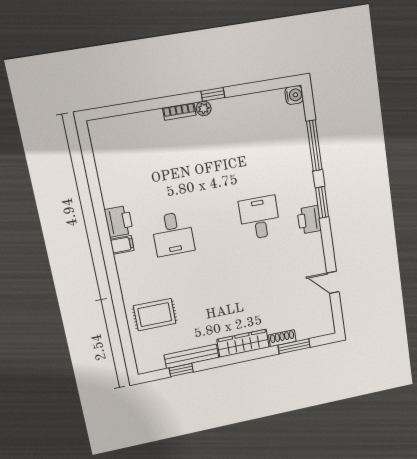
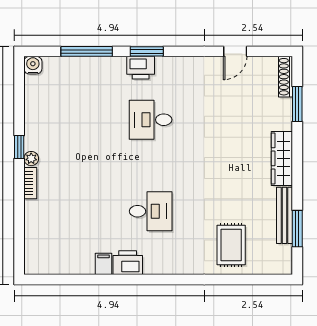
printer: (309, 220) -> (141, 68), moved
filing cabinet: (122, 245) -> (104, 264), moved
shoe rack: (282, 338) -> (285, 77), moved, width x1.43
window: (181, 370) -> (297, 229), width x1.50

